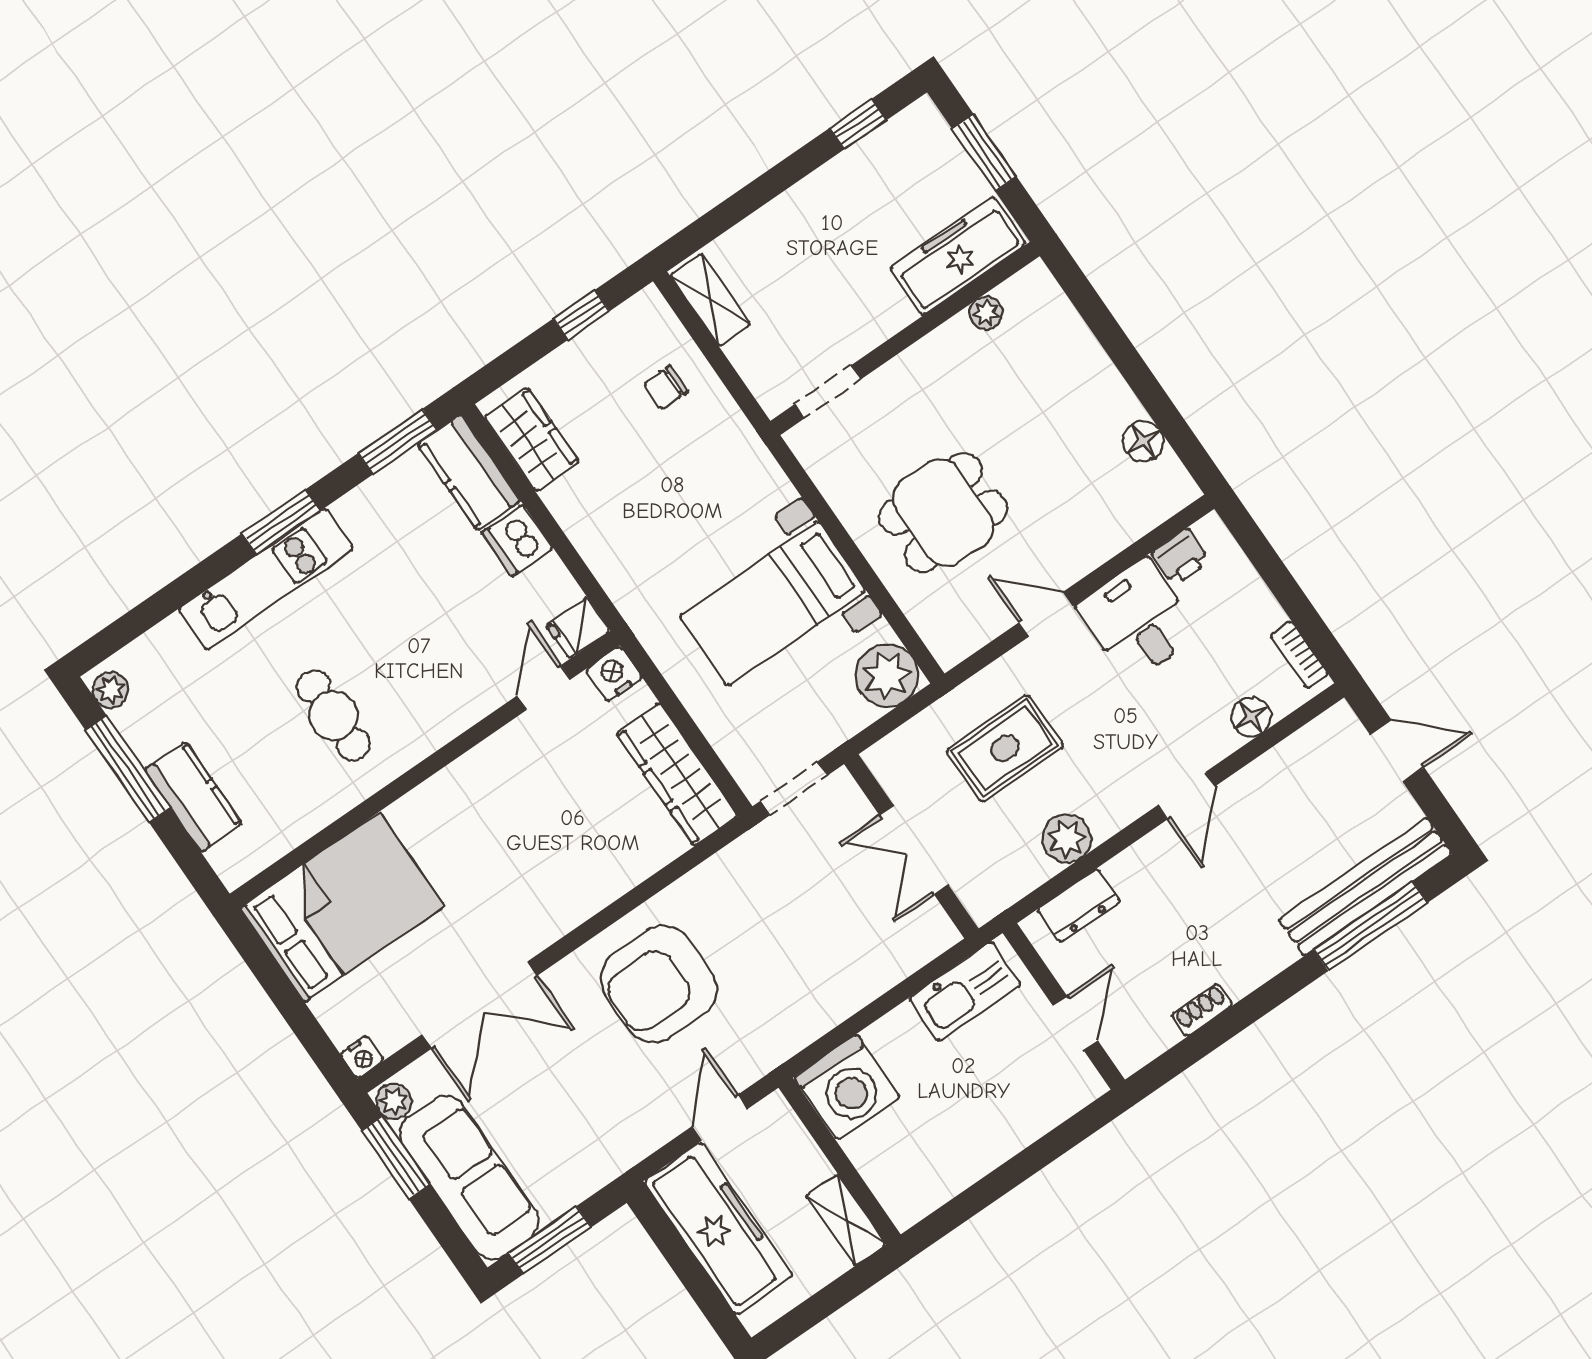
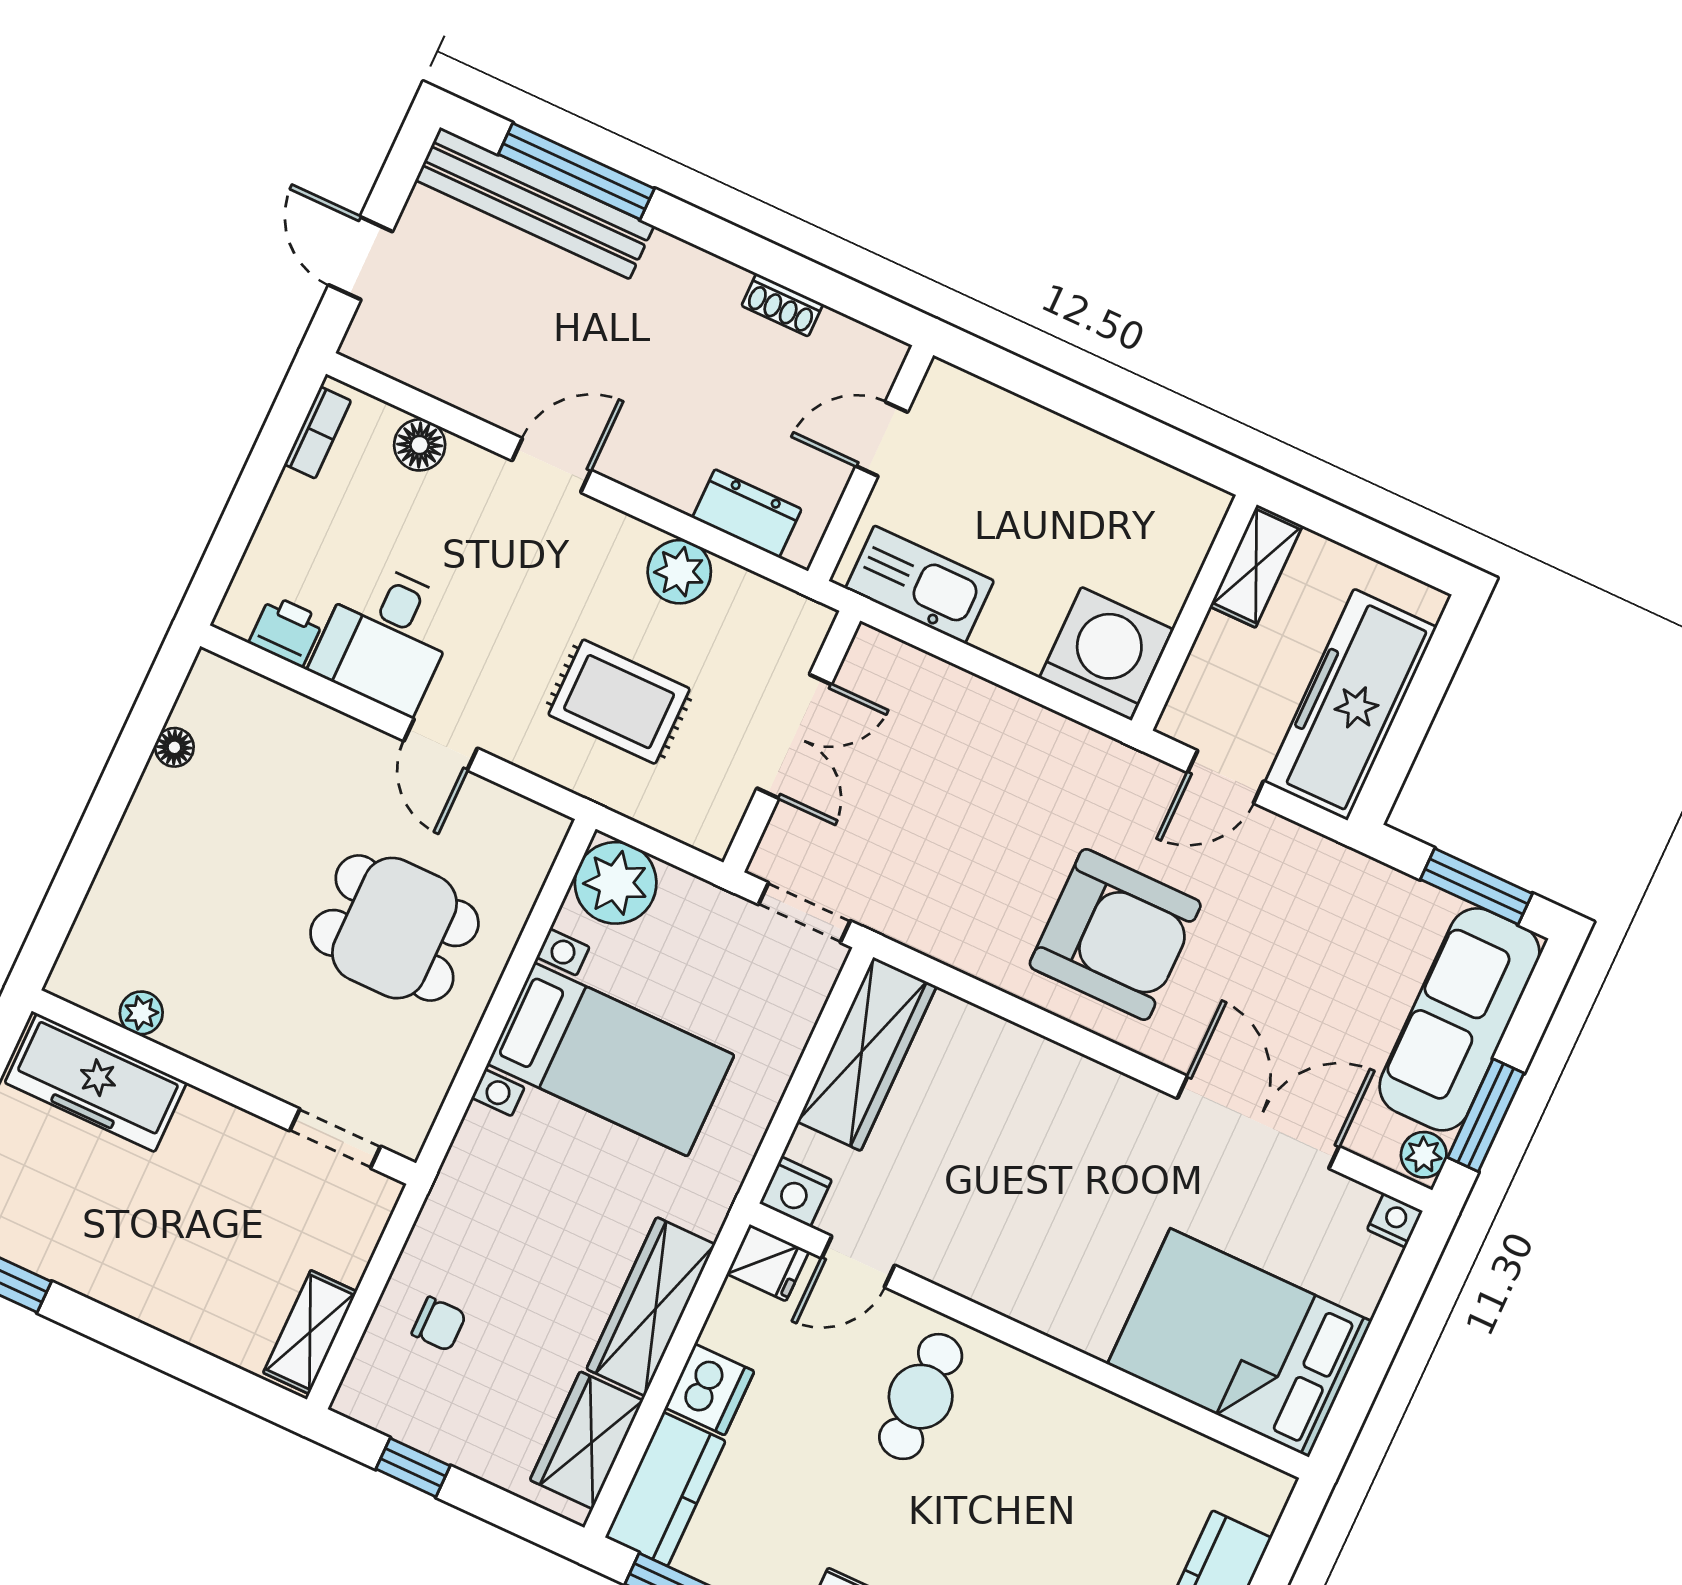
floor lamp: (1143, 441) -> (174, 747), width x0.73, depth x0.73
wardrobe: (595, 534) -> (651, 1307), added
cafe table: (333, 715) -> (921, 1397), moved

